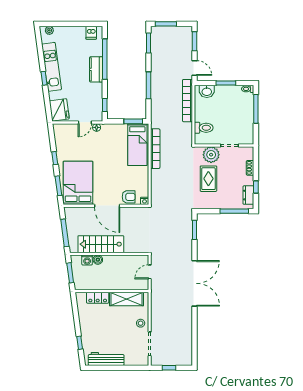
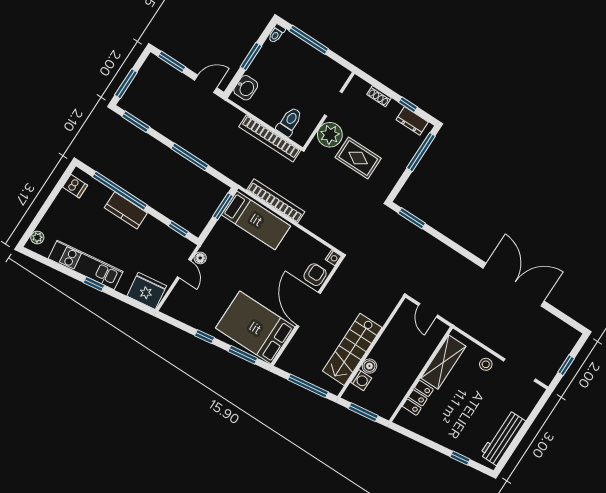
bookcase: (187, 101) -> (270, 138), moved
door: (107, 206) -> (308, 309), swing flipped
double door: (194, 283) -> (514, 285), moved

